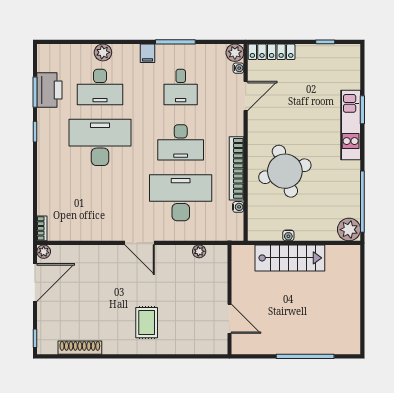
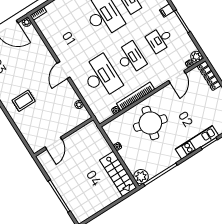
door: (246, 96) -> (177, 77), hinge flipped
desk: (181, 142) -> (131, 58), turned 180
round table: (285, 171) -> (150, 123), turned 32
stairs: (290, 258) -> (118, 174), moved

